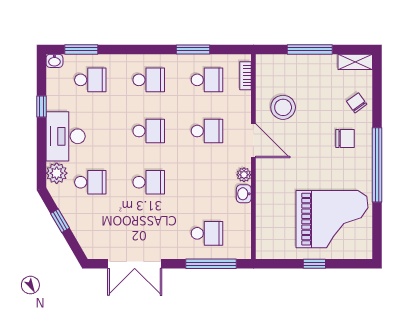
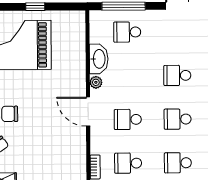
stool: (283, 107) -> (63, 140), removed
washbasin: (244, 194) -> (99, 59), width x1.91, depth x1.45

